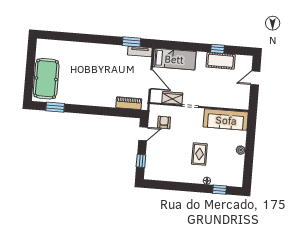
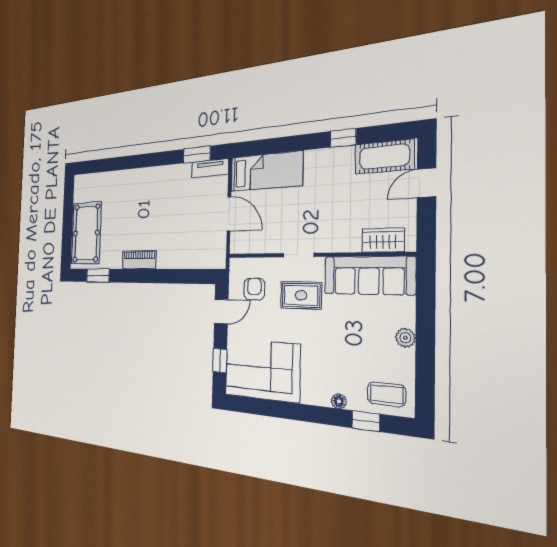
cot: (221, 61) -> (384, 157), moved
wardrobe: (172, 98) -> (383, 240), moved
piano: (129, 103) -> (139, 260), moved
rug: (199, 154) -> (301, 295), moved, turned 90
corner sofa: (166, 166) -> (262, 370), added
coffee table: (230, 177) -> (386, 394), added

